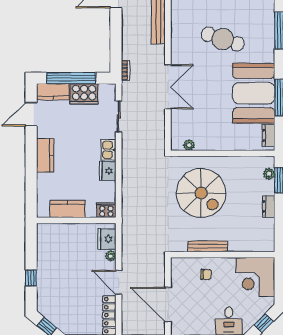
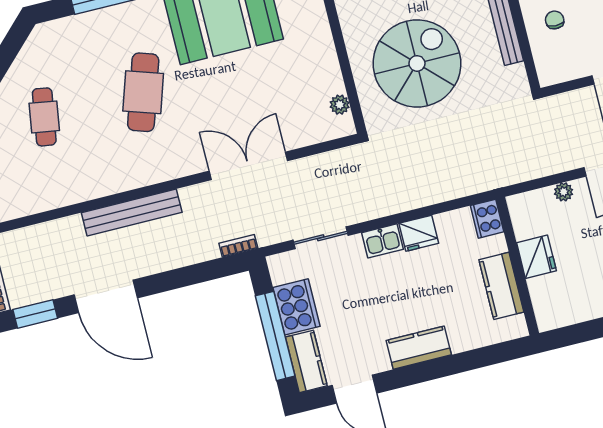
fridge: (107, 239) -> (536, 257), moved, turned -90

